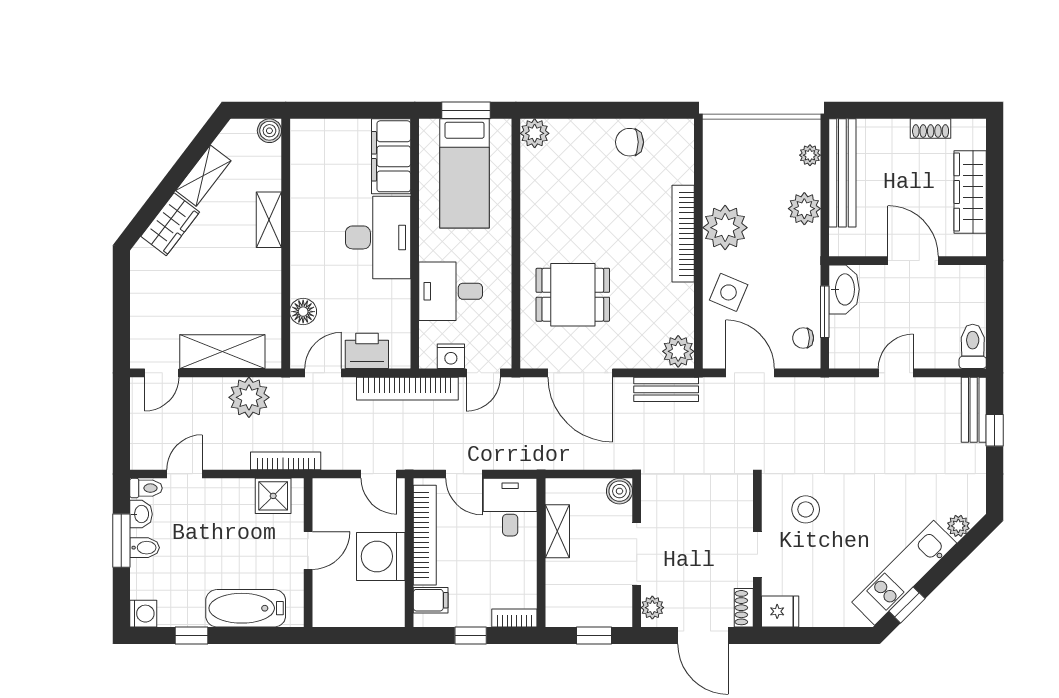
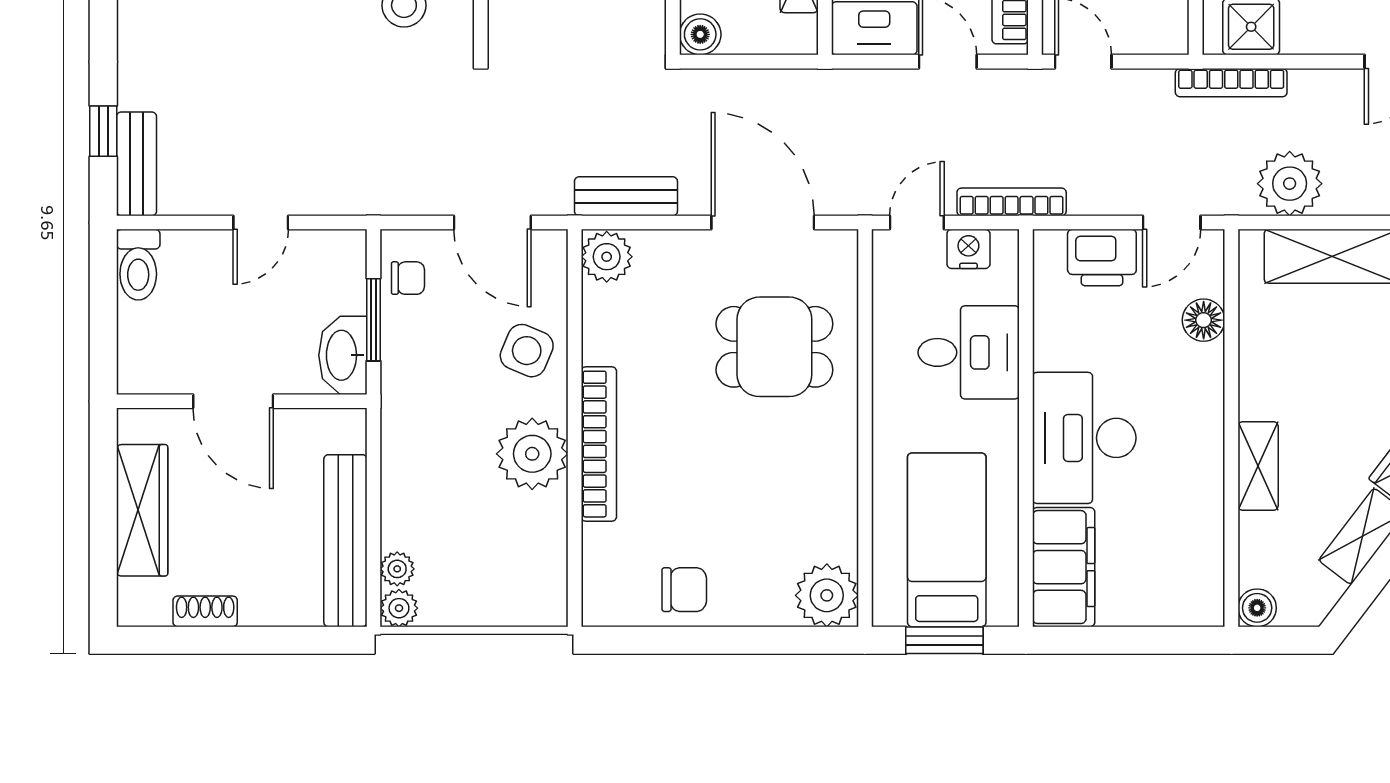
plant: (535, 133) -> (827, 595), width x1.36, depth x1.36
plant: (804, 209) -> (399, 608), moved, width x0.73, depth x0.73
bookcase: (407, 389) -> (1012, 202), width x0.68, depth x0.76

